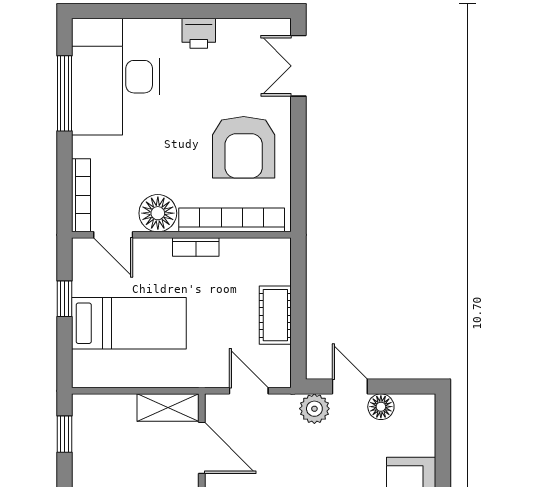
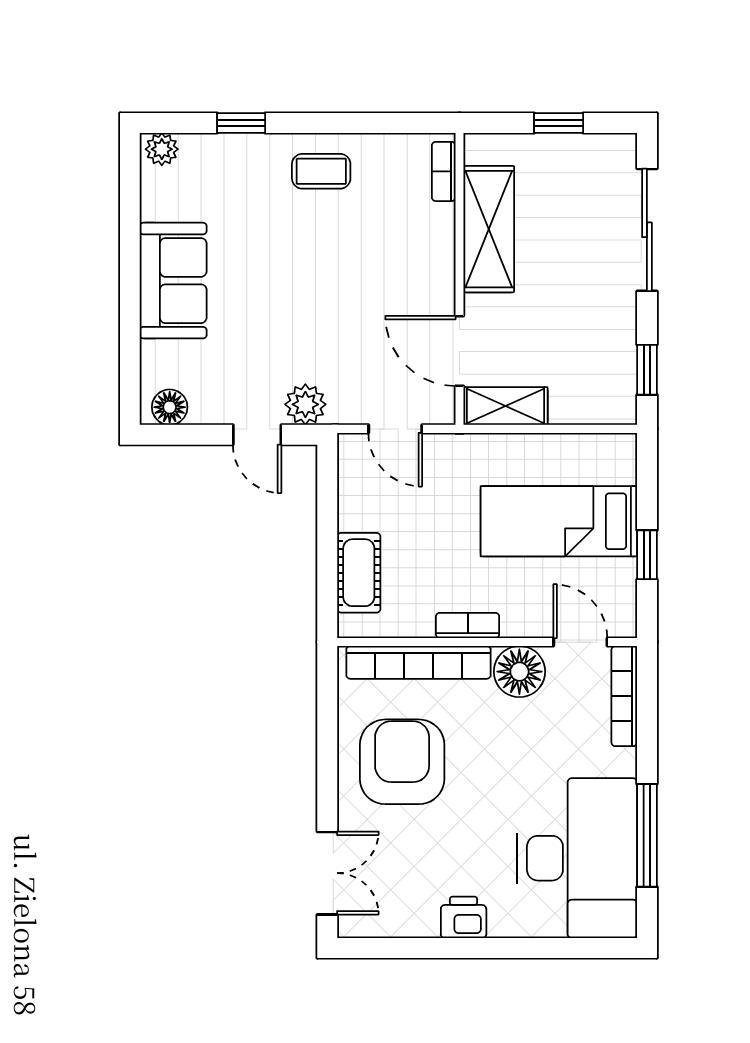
cot: (275, 315) -> (359, 573), moved
floor lamp: (381, 407) -> (170, 407), moved

